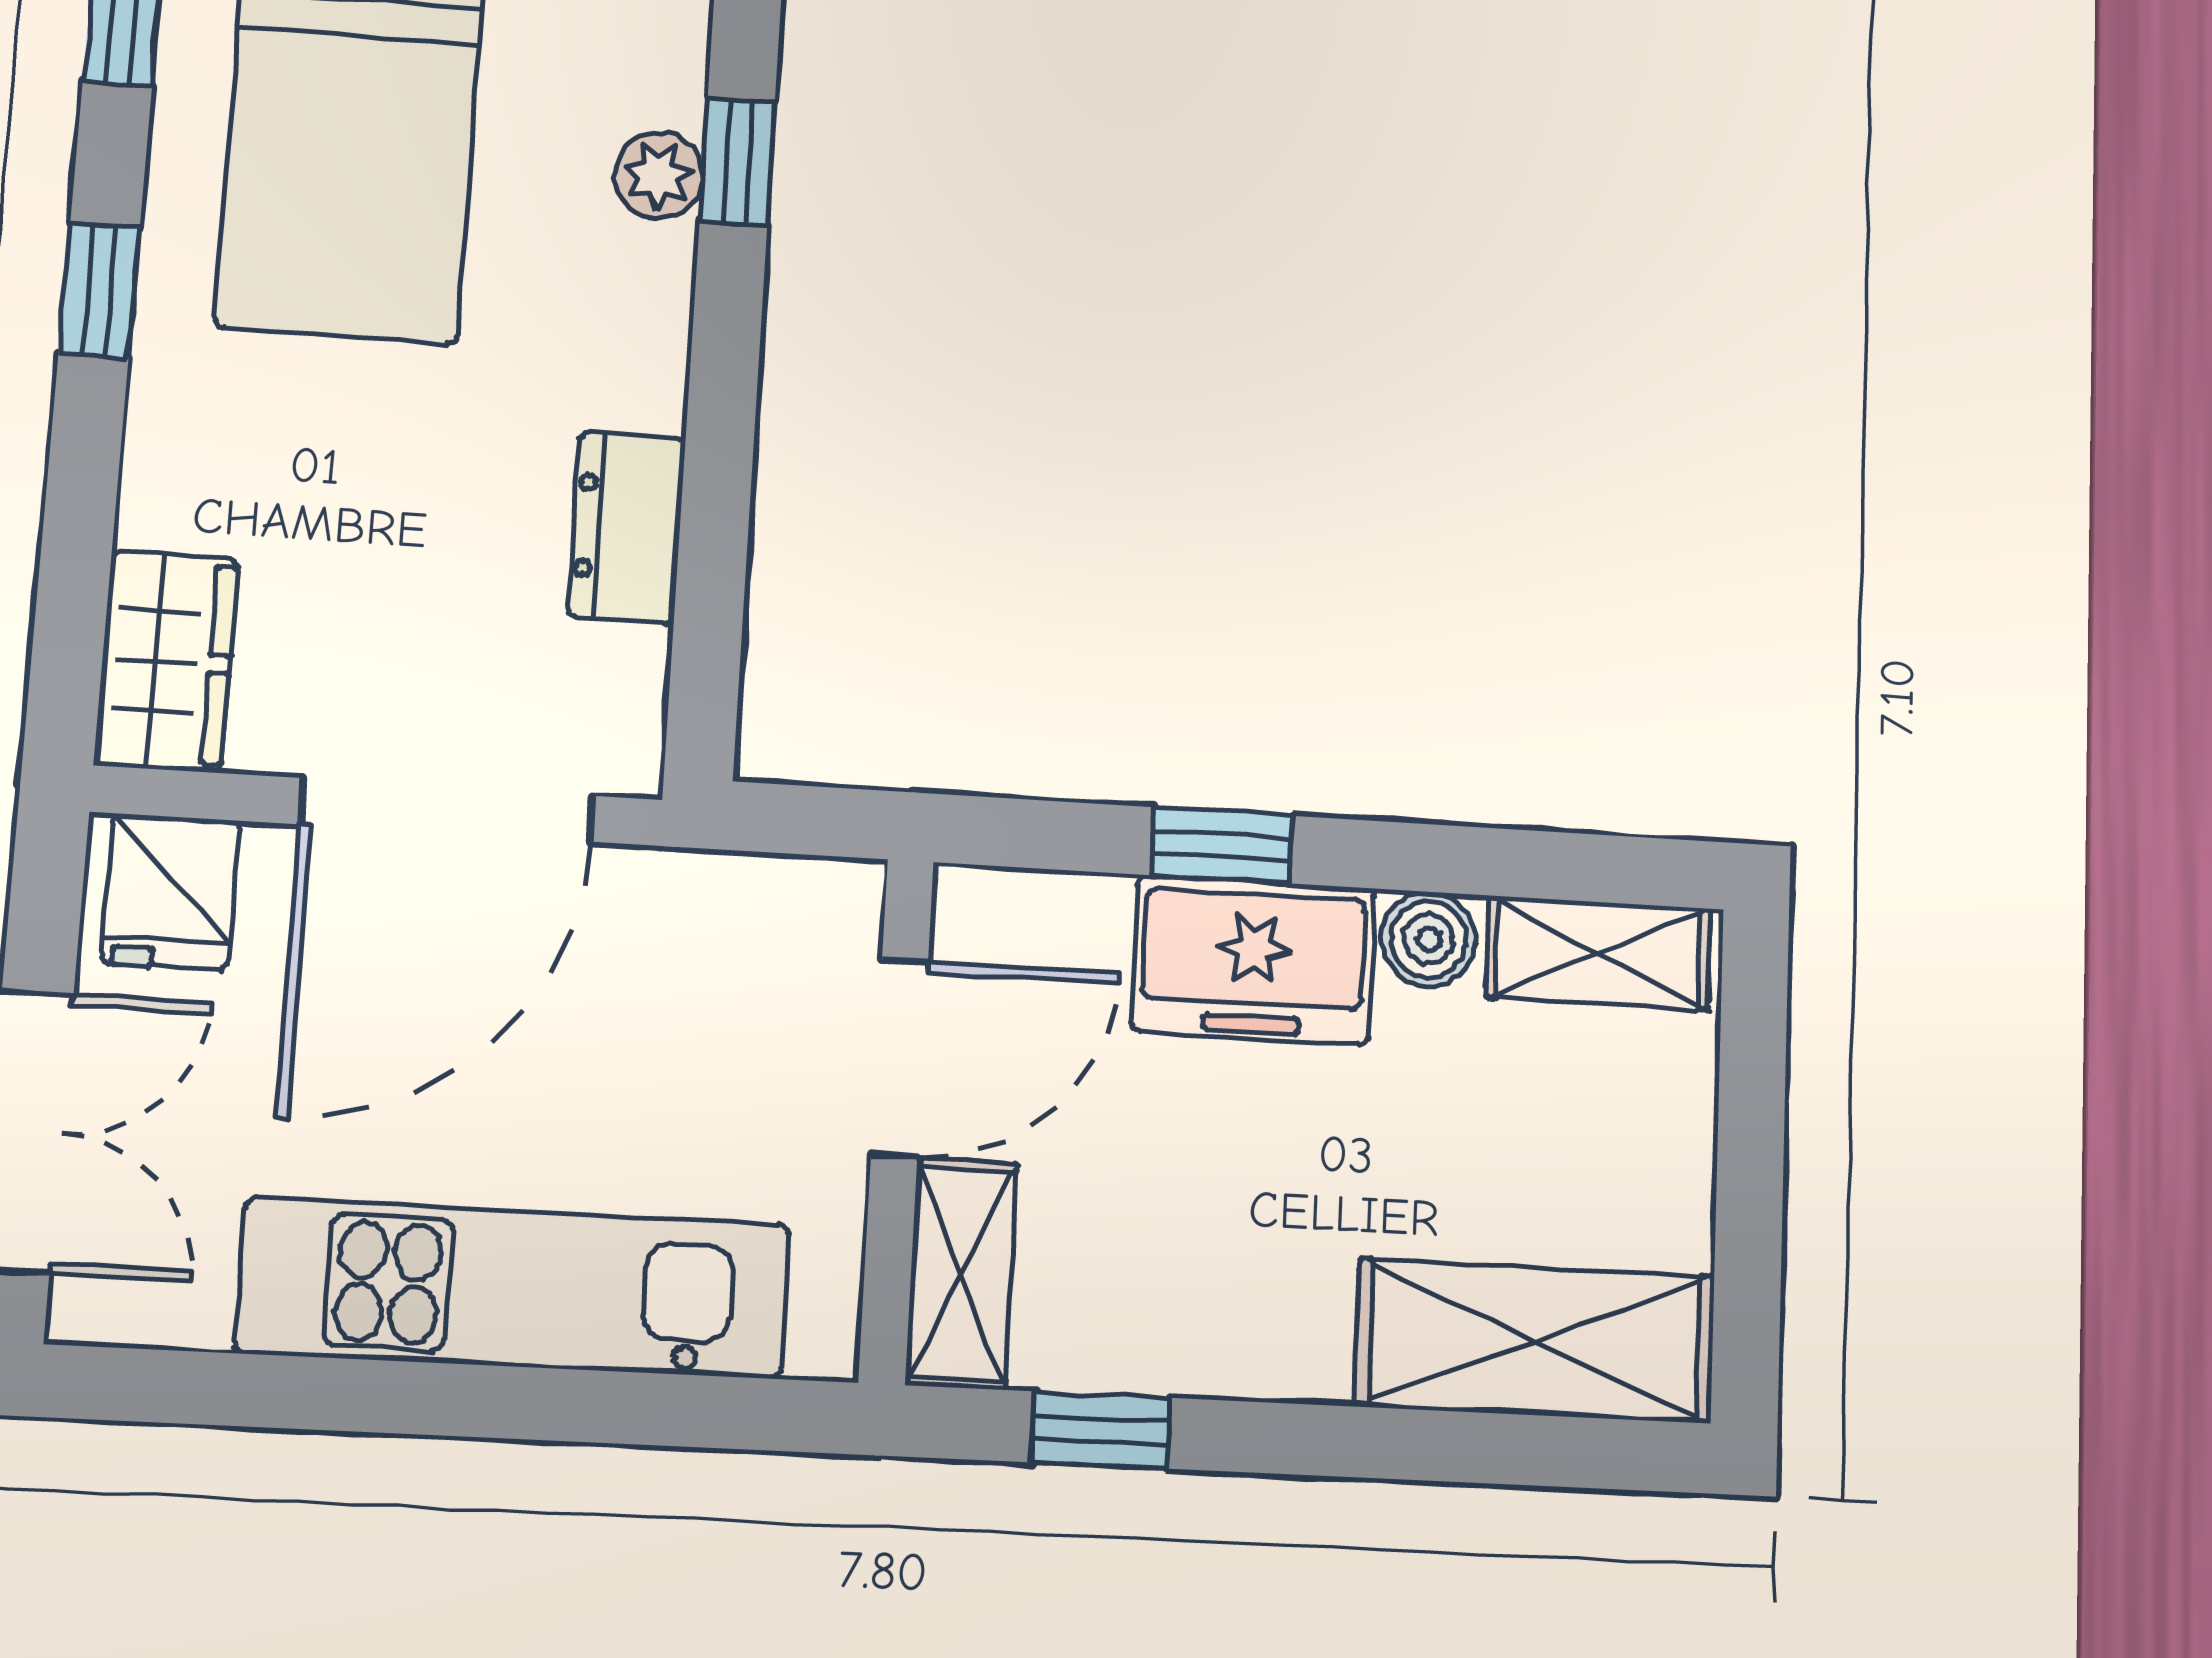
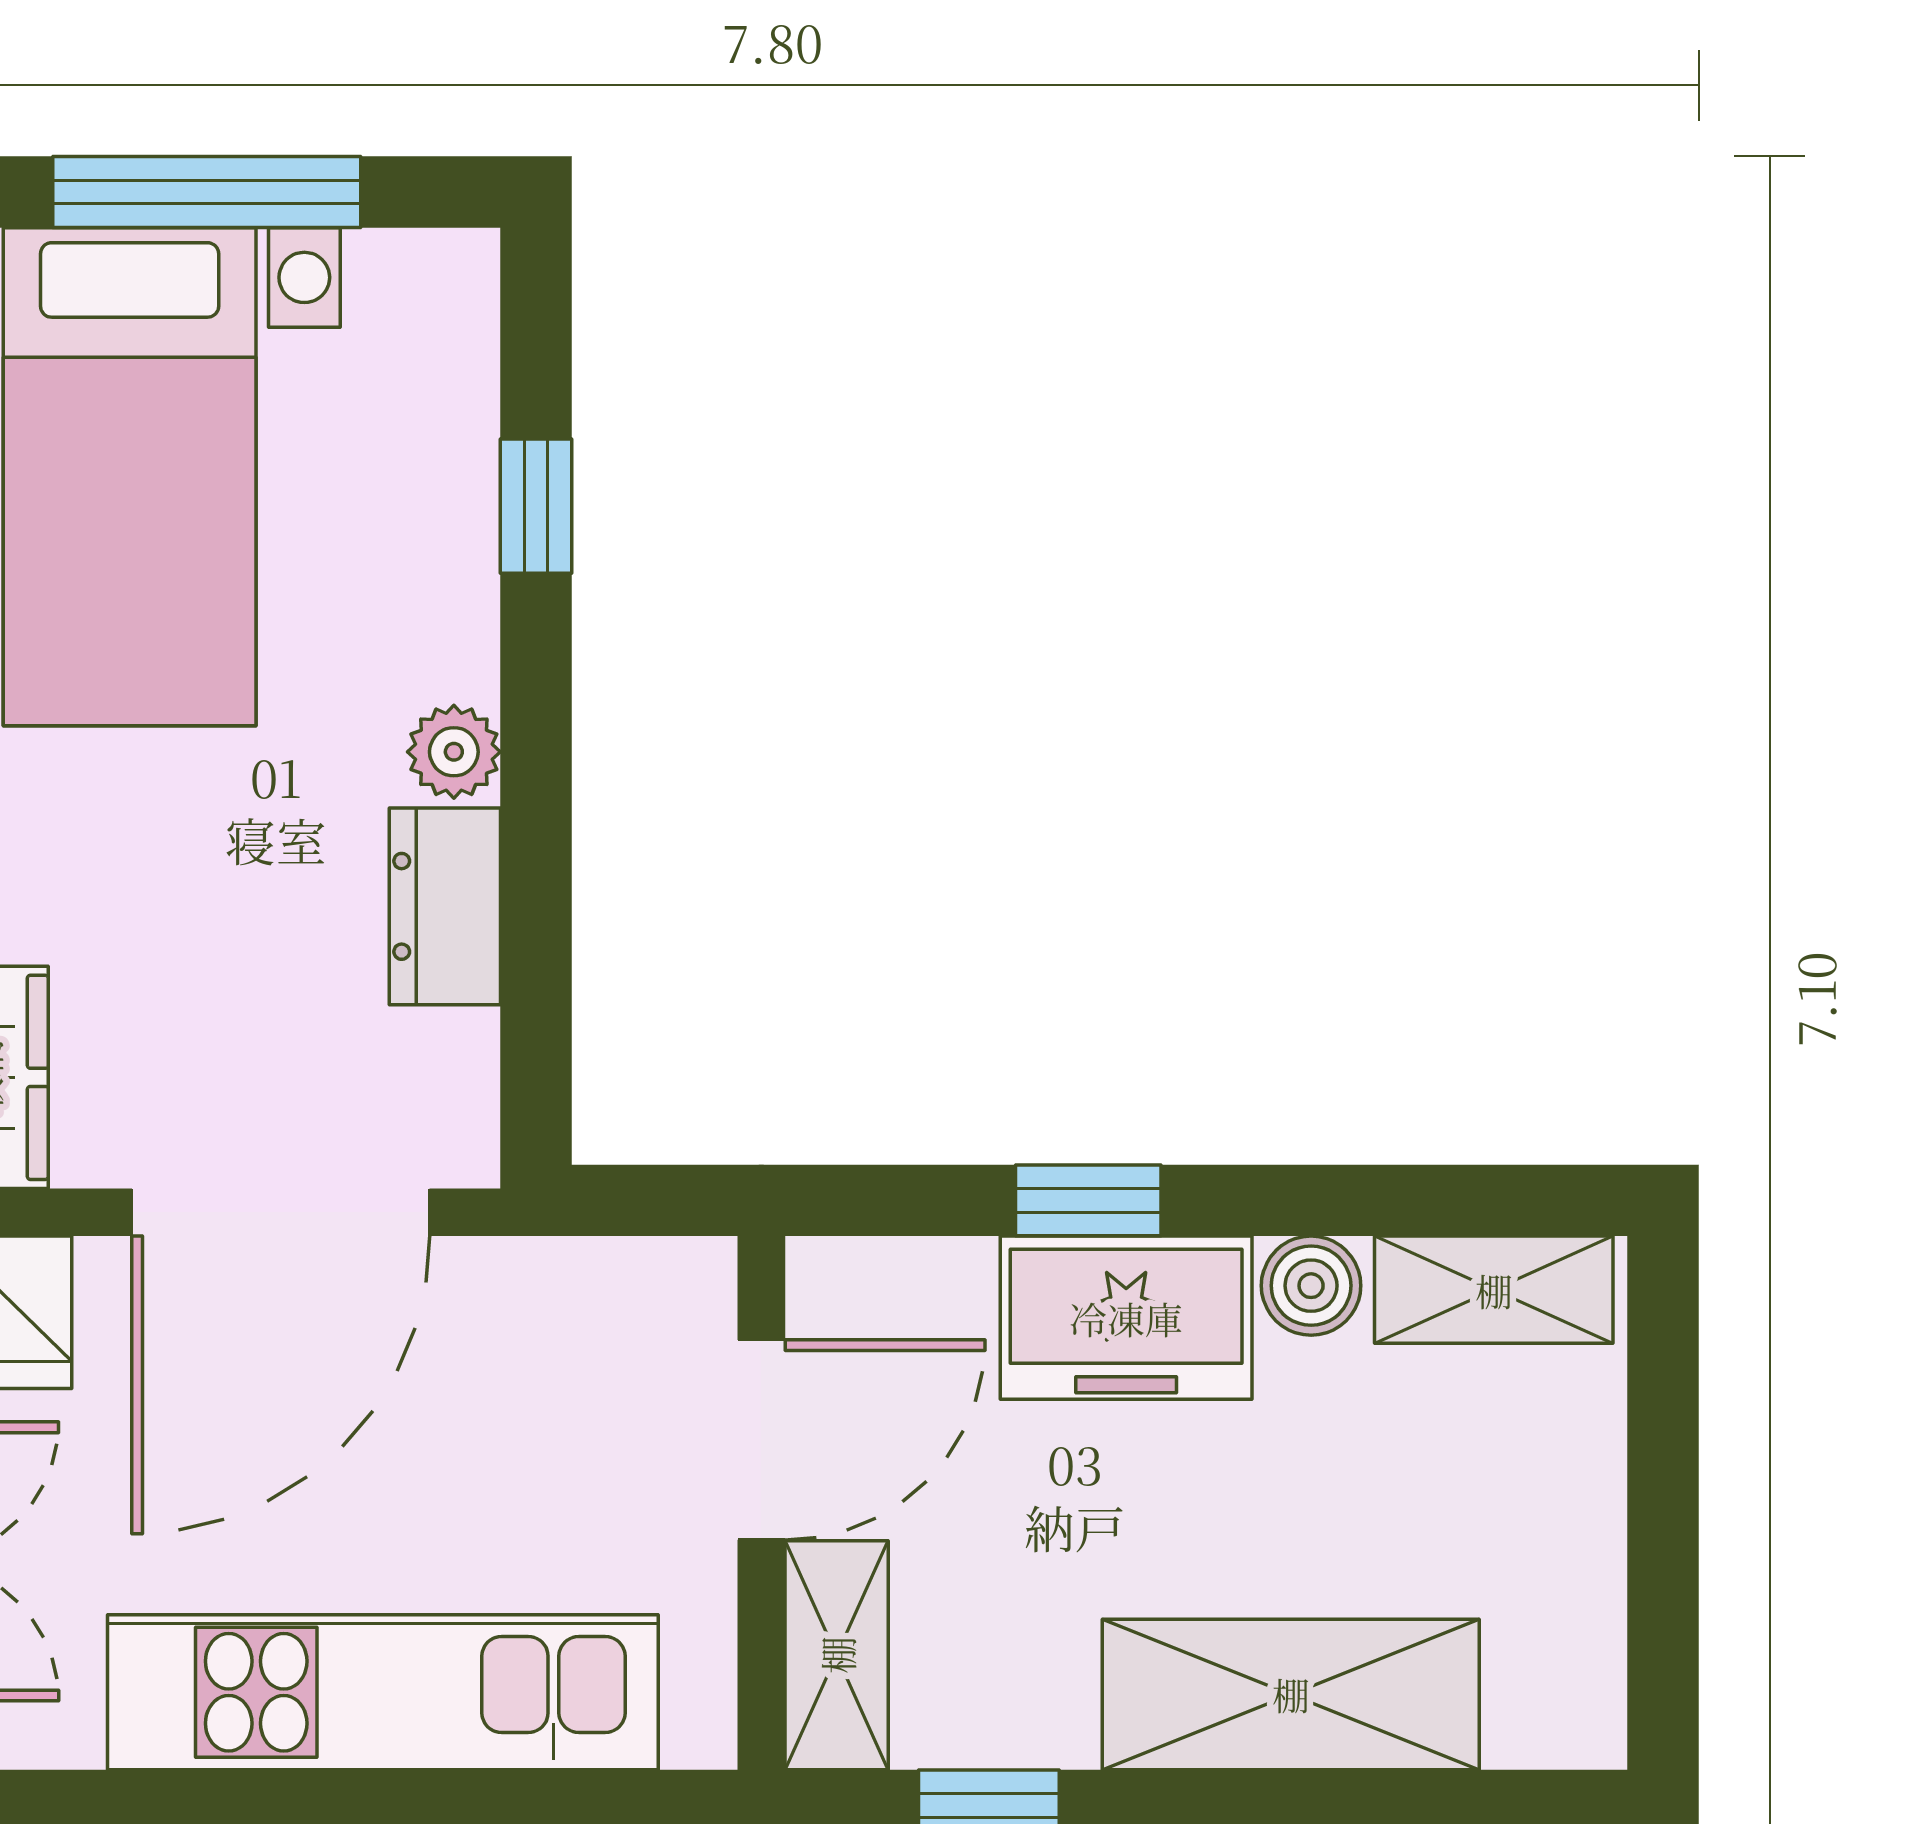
plant: (659, 175) -> (454, 752), moved
shelving: (1535, 1341) -> (1291, 1694), moved

